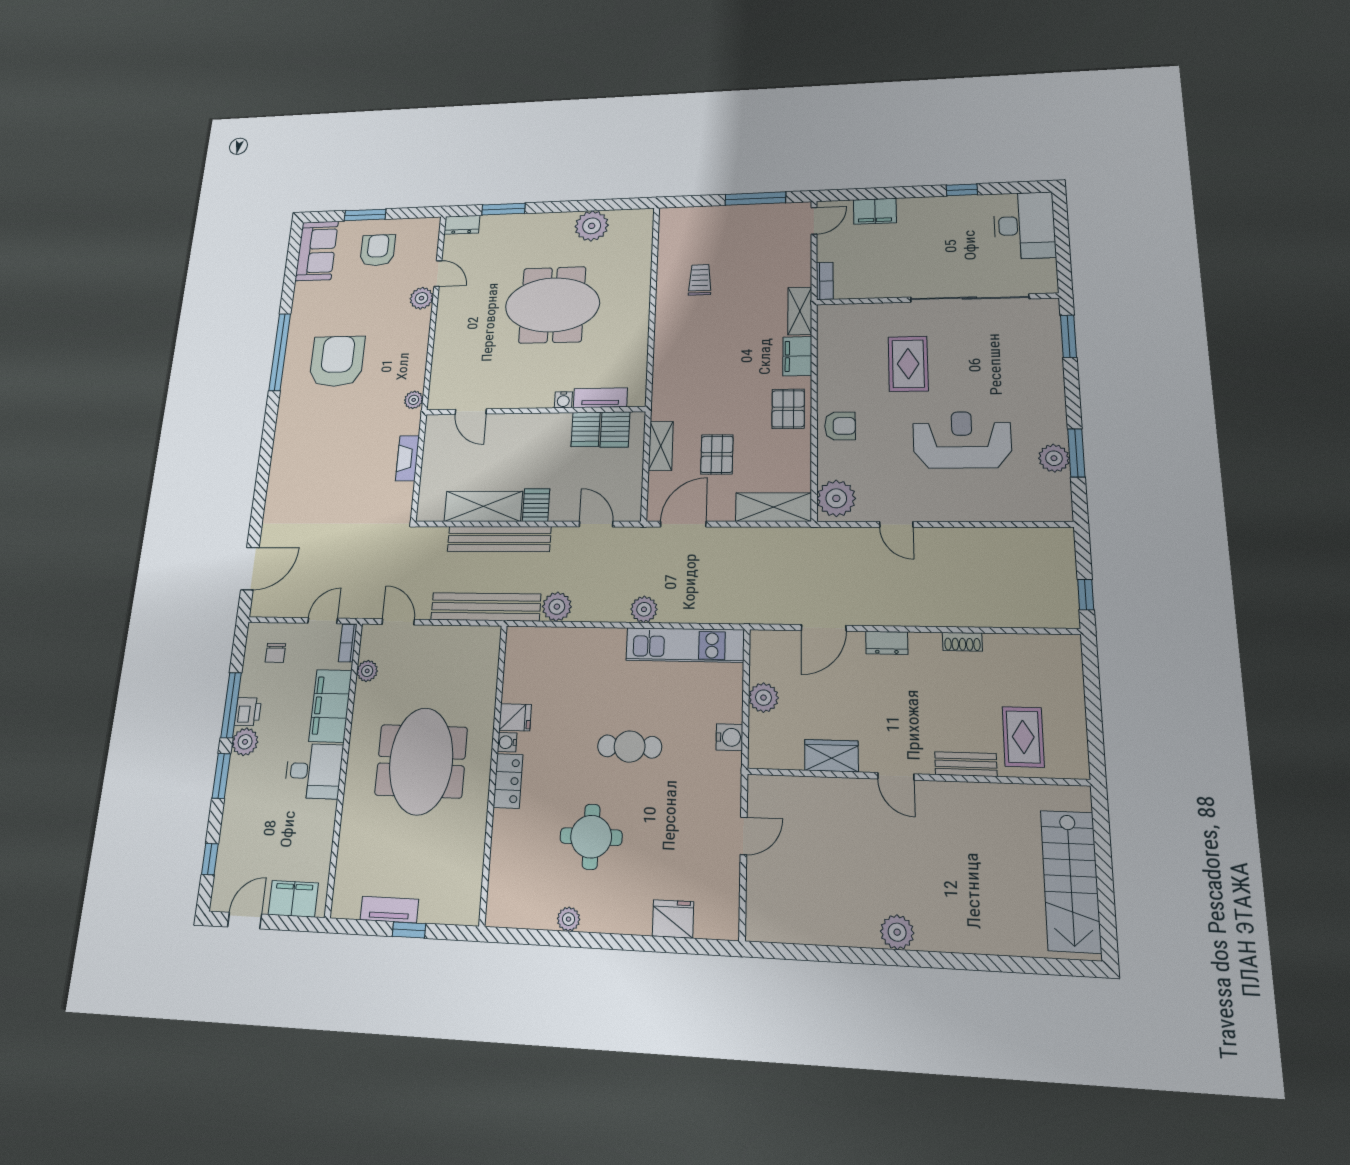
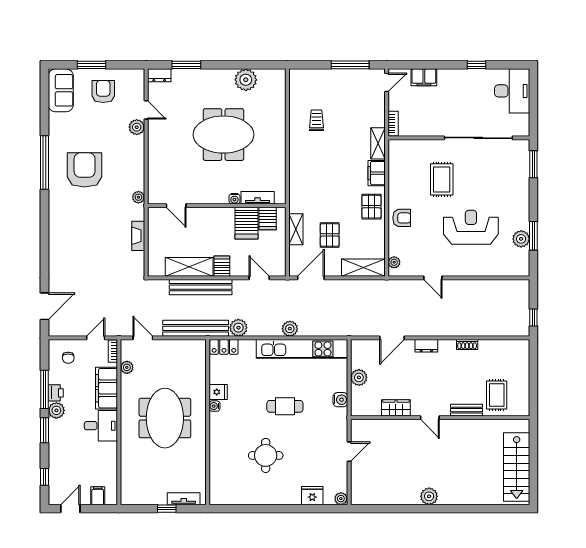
server rack: (586, 429) -> (246, 223), width x1.36, depth x1.44
plant: (836, 498) -> (394, 262), width x0.53, depth x0.53
kitchen unit: (685, 645) -> (302, 349), width x1.36
locker: (508, 781) -> (224, 347), moved, turned 90
filing cabinet: (293, 899) -> (98, 496), width x0.50
tv unit: (389, 910) -> (184, 499), moved
plant: (569, 919) -> (341, 499), moved

